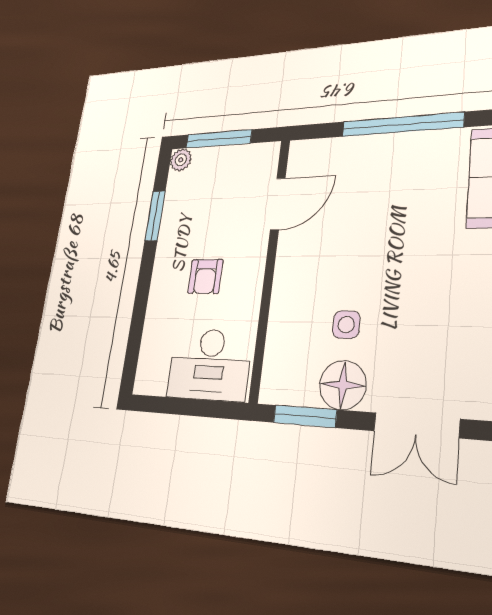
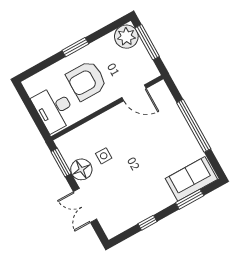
plant: (181, 160) -> (126, 37), width x1.87, depth x1.87
window: (155, 216) -> (75, 47), moved
armchair: (205, 276) -> (86, 81), width x1.88, depth x1.88

